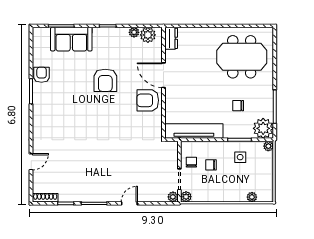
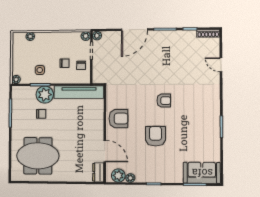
sofa: (71, 39) -> (202, 173), moved
armchair: (42, 75) -> (164, 101), moved, turned -90
door: (163, 75) -> (105, 151), moved
plant: (263, 128) -> (45, 95), moved
door: (31, 162) -> (221, 65), hinge flipped
door: (129, 203) -> (134, 30), width x1.87

